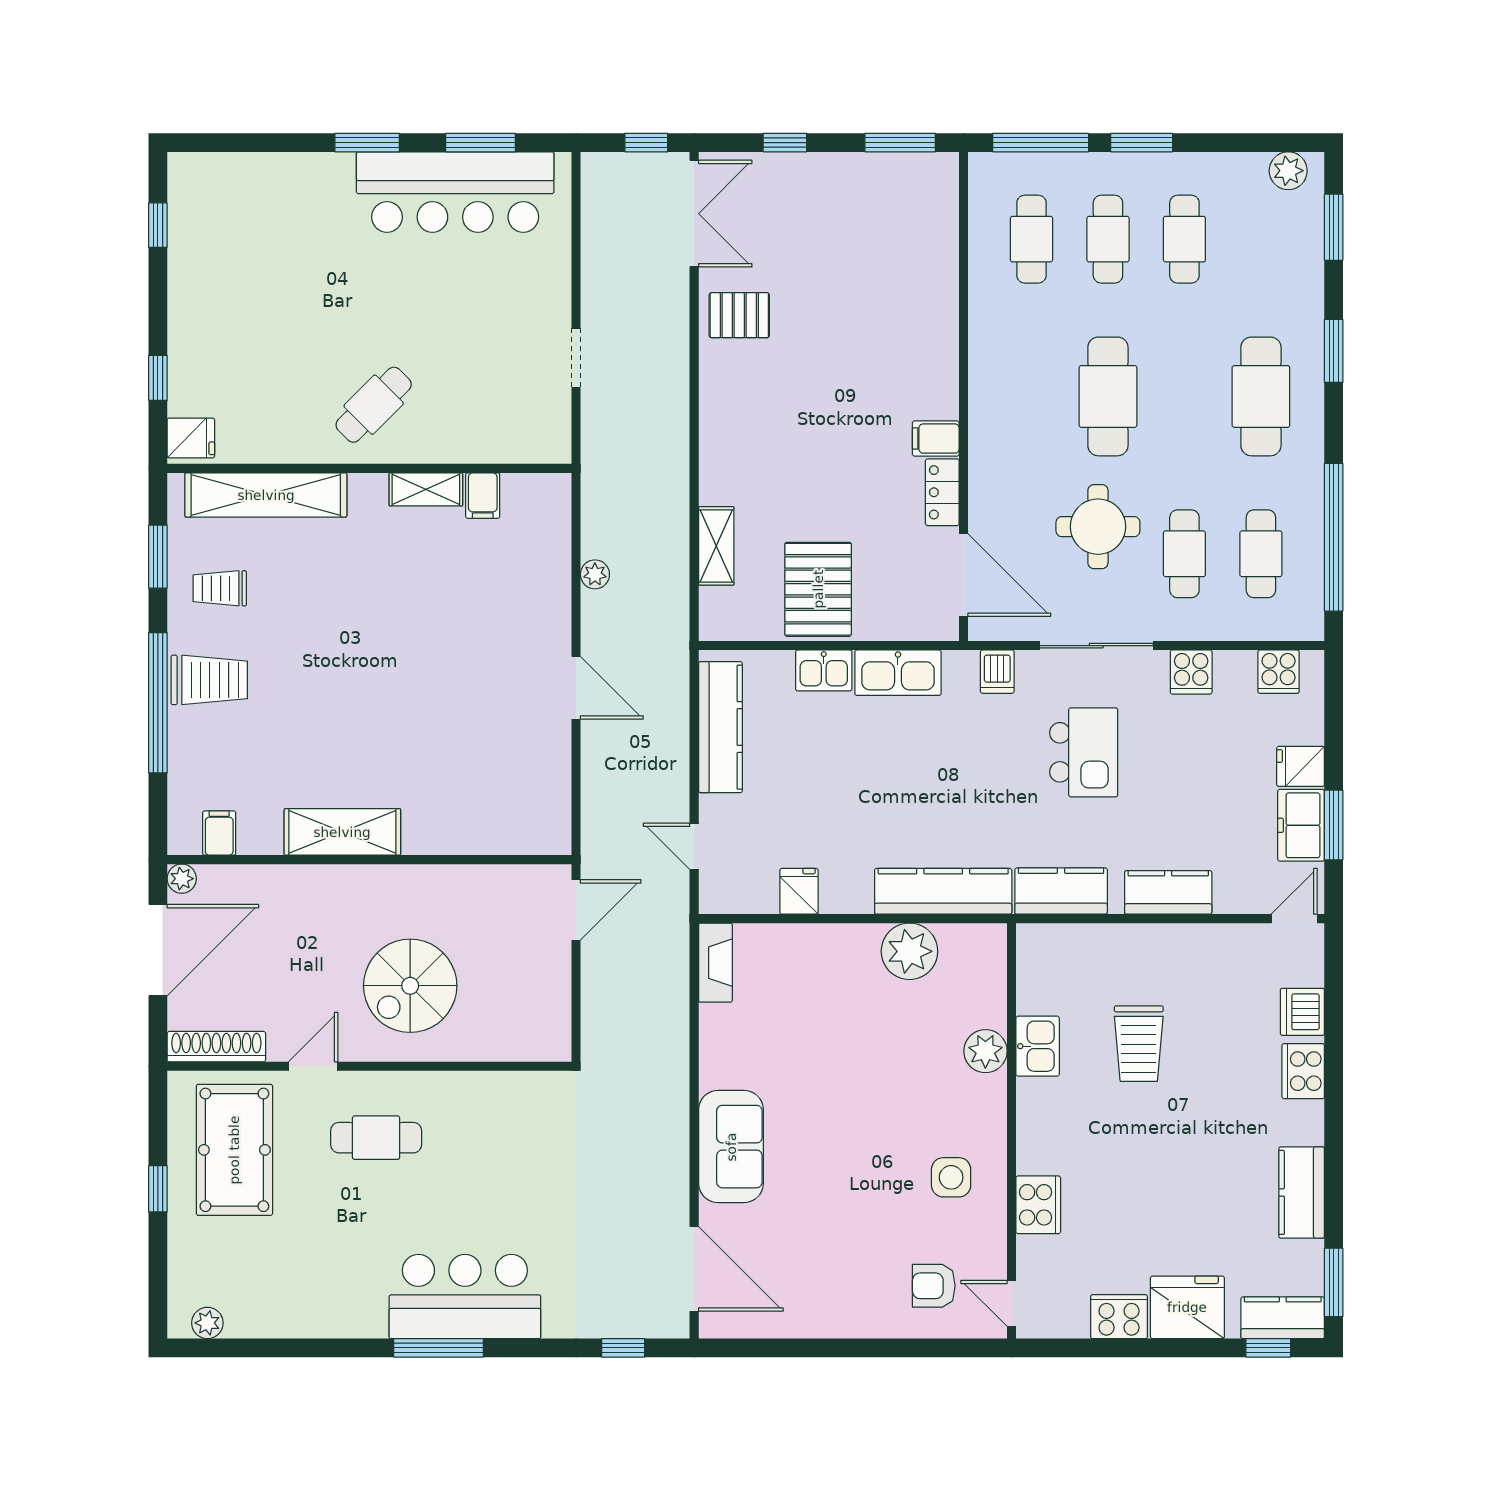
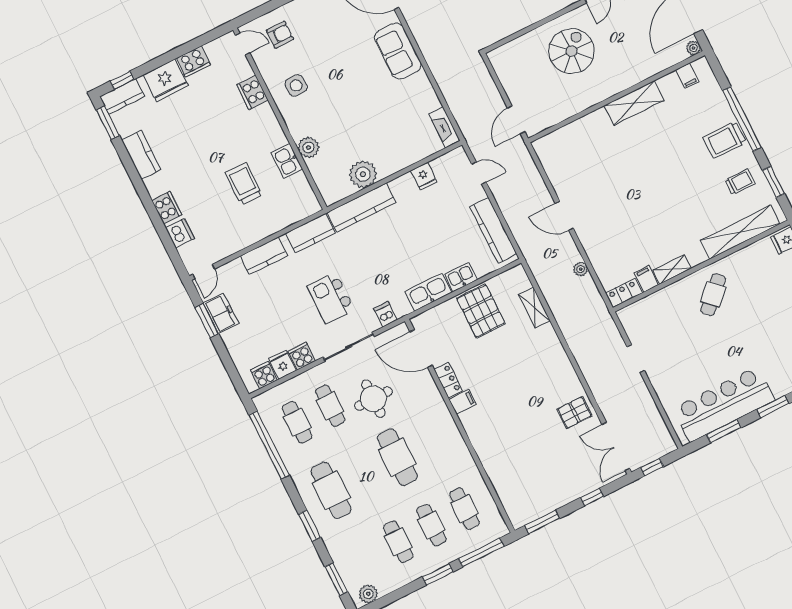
locker: (537, 490) -> (624, 293), added
fridge: (1301, 766) -> (282, 365), moved, turned -90

